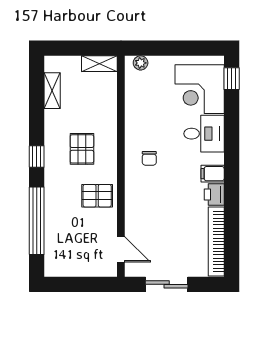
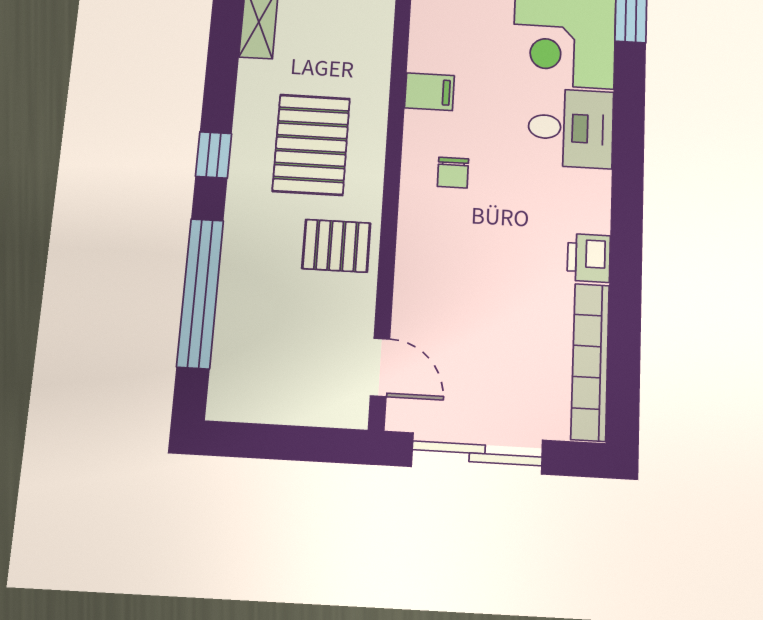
pallet: (82, 149) -> (311, 145), width x1.50, depth x1.42
filing cabinet: (213, 174) -> (429, 92), moved, turned 180
sliding door: (167, 284) -> (477, 453), width x1.37

